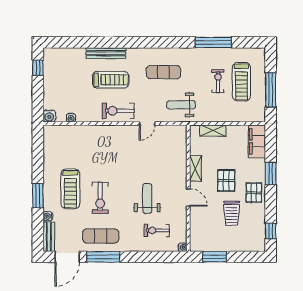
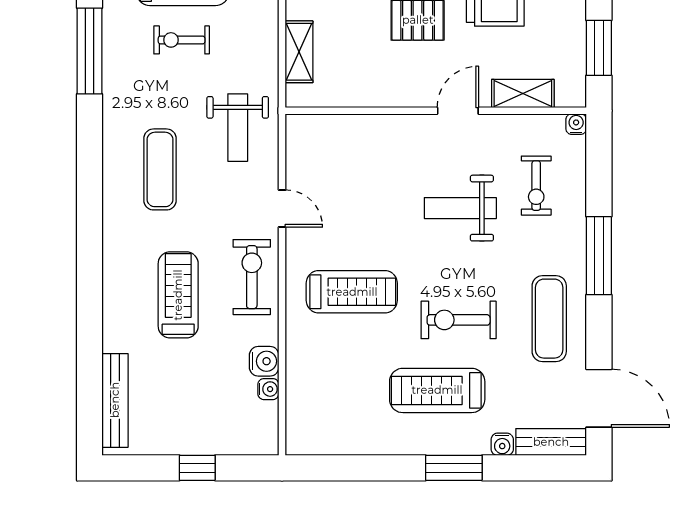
bench: (106, 53) -> (115, 400), moved
window: (38, 68) -> (197, 468), moved
exercise bike: (118, 111) -> (252, 277), turned 180
water cooler: (49, 116) -> (264, 361), moved
treadmill: (112, 153) -> (352, 292), added
shelving: (195, 168) -> (523, 93), moved
treadmill: (70, 189) -> (437, 390), turned 180
exercise bike: (100, 198) -> (459, 320), turned 180
window: (103, 257) -> (599, 256), moved

